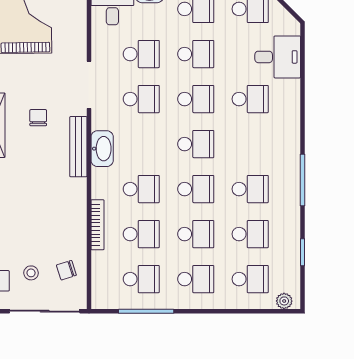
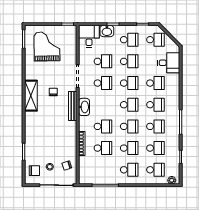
school desk: (141, 279) -> (155, 105), moved

